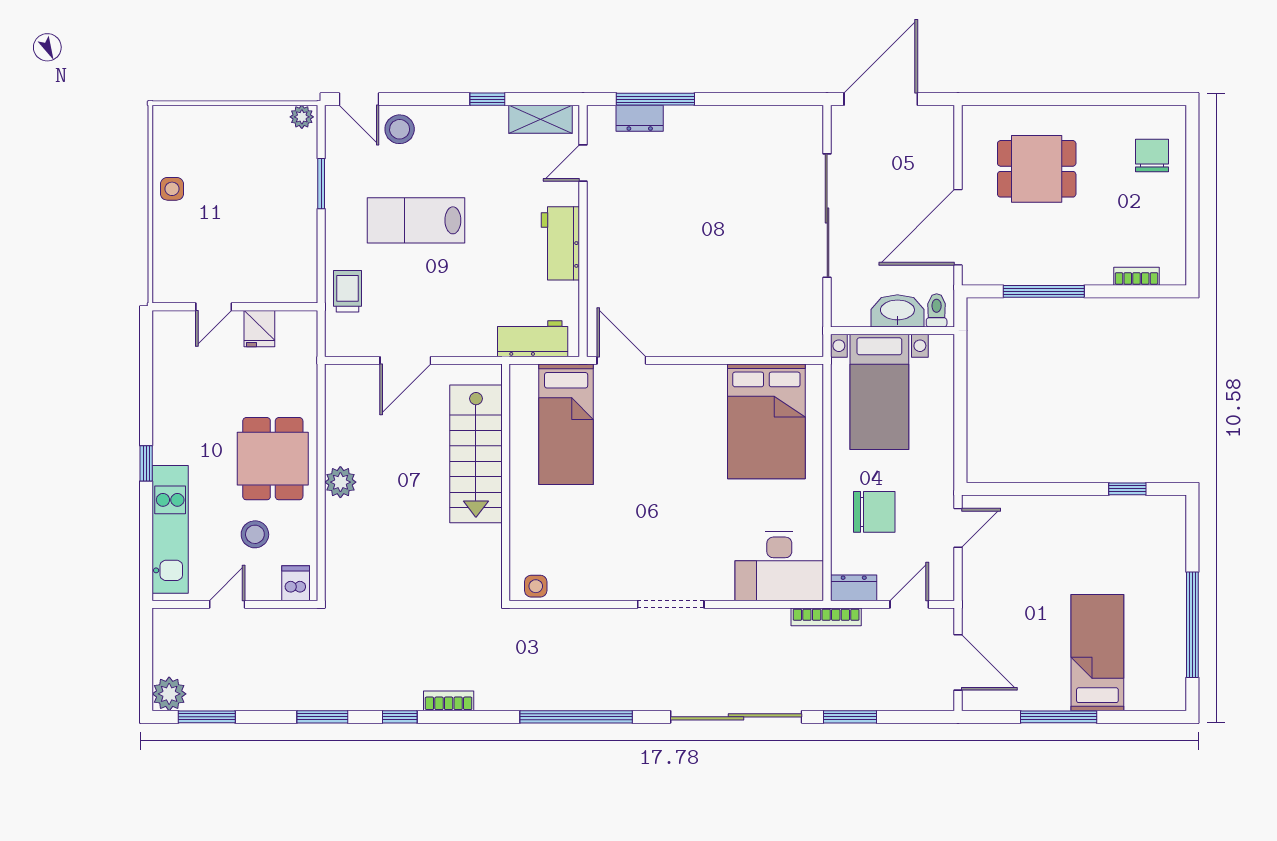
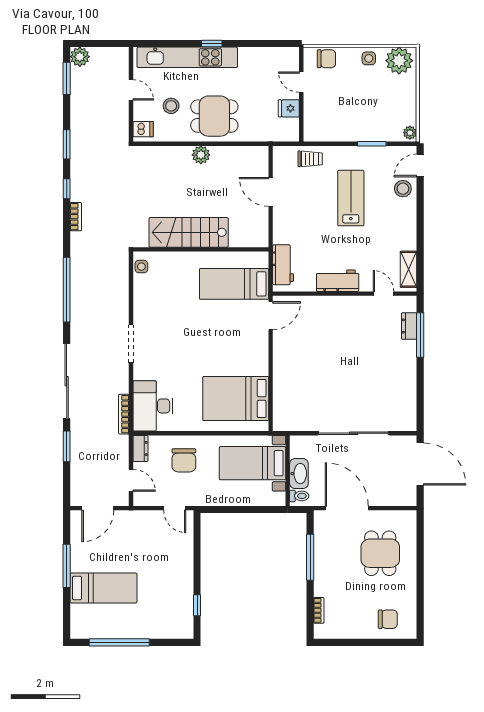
window: (487, 99) -> (420, 239), removed
plant: (176, 136) -> (399, 61), added
chair: (173, 263) -> (326, 59), added
stairs: (476, 454) -> (189, 232), moved
kitchen unit: (170, 529) -> (187, 57), width x1.36
bookcase: (826, 617) -> (124, 414), moved

